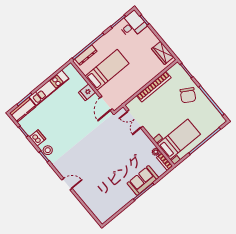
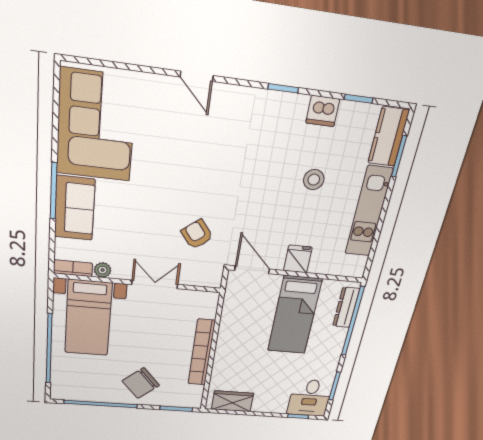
chair: (188, 95) -> (141, 383), turned -72
double door: (135, 119) -> (155, 284), moved
armchair: (113, 134) -> (197, 234), added
stool: (48, 150) -> (314, 180), moved
door: (67, 184) -> (197, 76), hinge flipped
corner sofa: (110, 198) -> (96, 126), added

